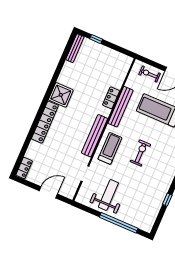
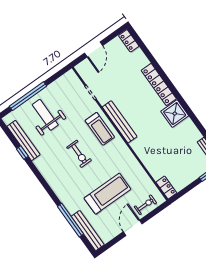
locker: (111, 98) -> (166, 188), moved
bench: (121, 107) -> (24, 140), moved
weight bench: (108, 195) -> (45, 115), moved, turned 180

